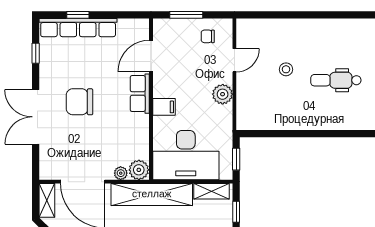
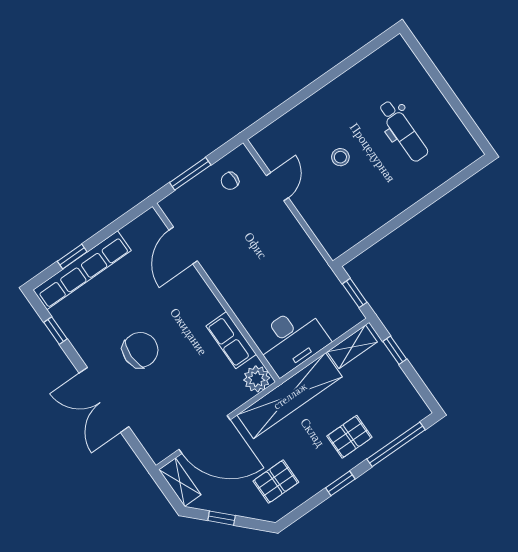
dental chair: (336, 80) -> (403, 131), turned -90
row of seats: (140, 94) -> (231, 340), moved
plant: (223, 94) -> (290, 233), removed
chair: (80, 102) -> (140, 350), turned 180
filing cabinet: (164, 107) -> (236, 291), removed
desk: (186, 155) -> (291, 340), width x0.73, depth x0.77
plant: (121, 173) -> (240, 396), removed

